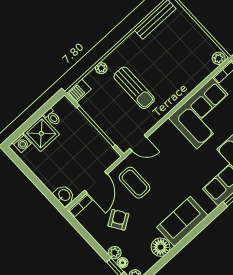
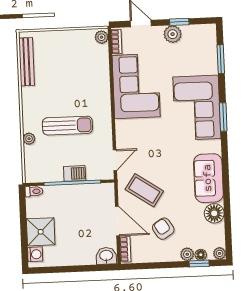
barbecue: (79, 91) -> (75, 173), moved, turned -90
toilet: (52, 117) -> (34, 191), moved
coffee table: (134, 183) -> (144, 190), turned 34

